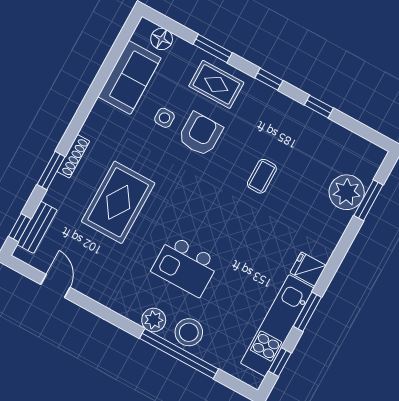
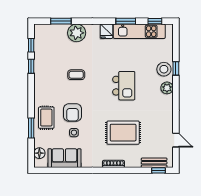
window: (269, 79) -> (31, 45), moved
armchair: (200, 134) -> (73, 113), turned -90
window: (51, 171) -> (125, 170), removed
plant: (347, 192) -> (77, 33), moved
kitchen island: (185, 266) -> (124, 86), moved
door: (55, 286) -> (176, 140), swing flipped
window: (179, 354) -> (176, 68), width x0.32

